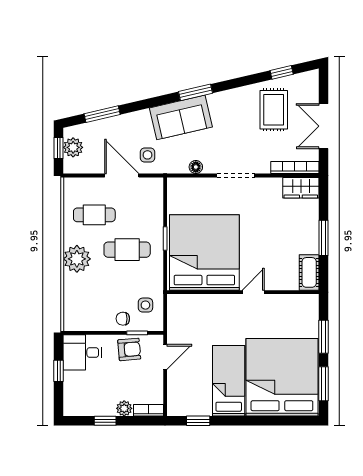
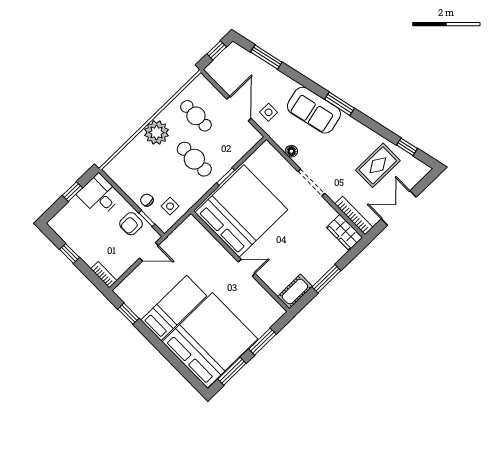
plant: (73, 147) -> (226, 59), removed
armchair: (129, 349) -> (131, 224), turned 95
plant: (124, 408) -> (90, 258), removed

